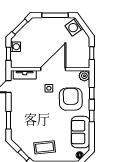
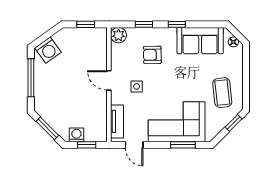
door: (53, 69) -> (109, 80), width x0.53
armchair: (71, 99) -> (152, 55), width x0.53, depth x0.53
corner sofa: (24, 116) -> (177, 122), added

